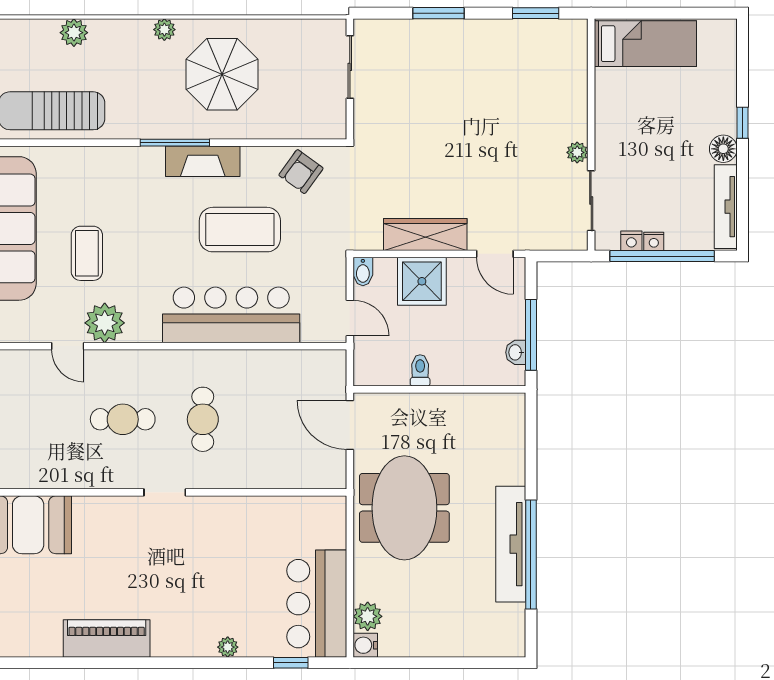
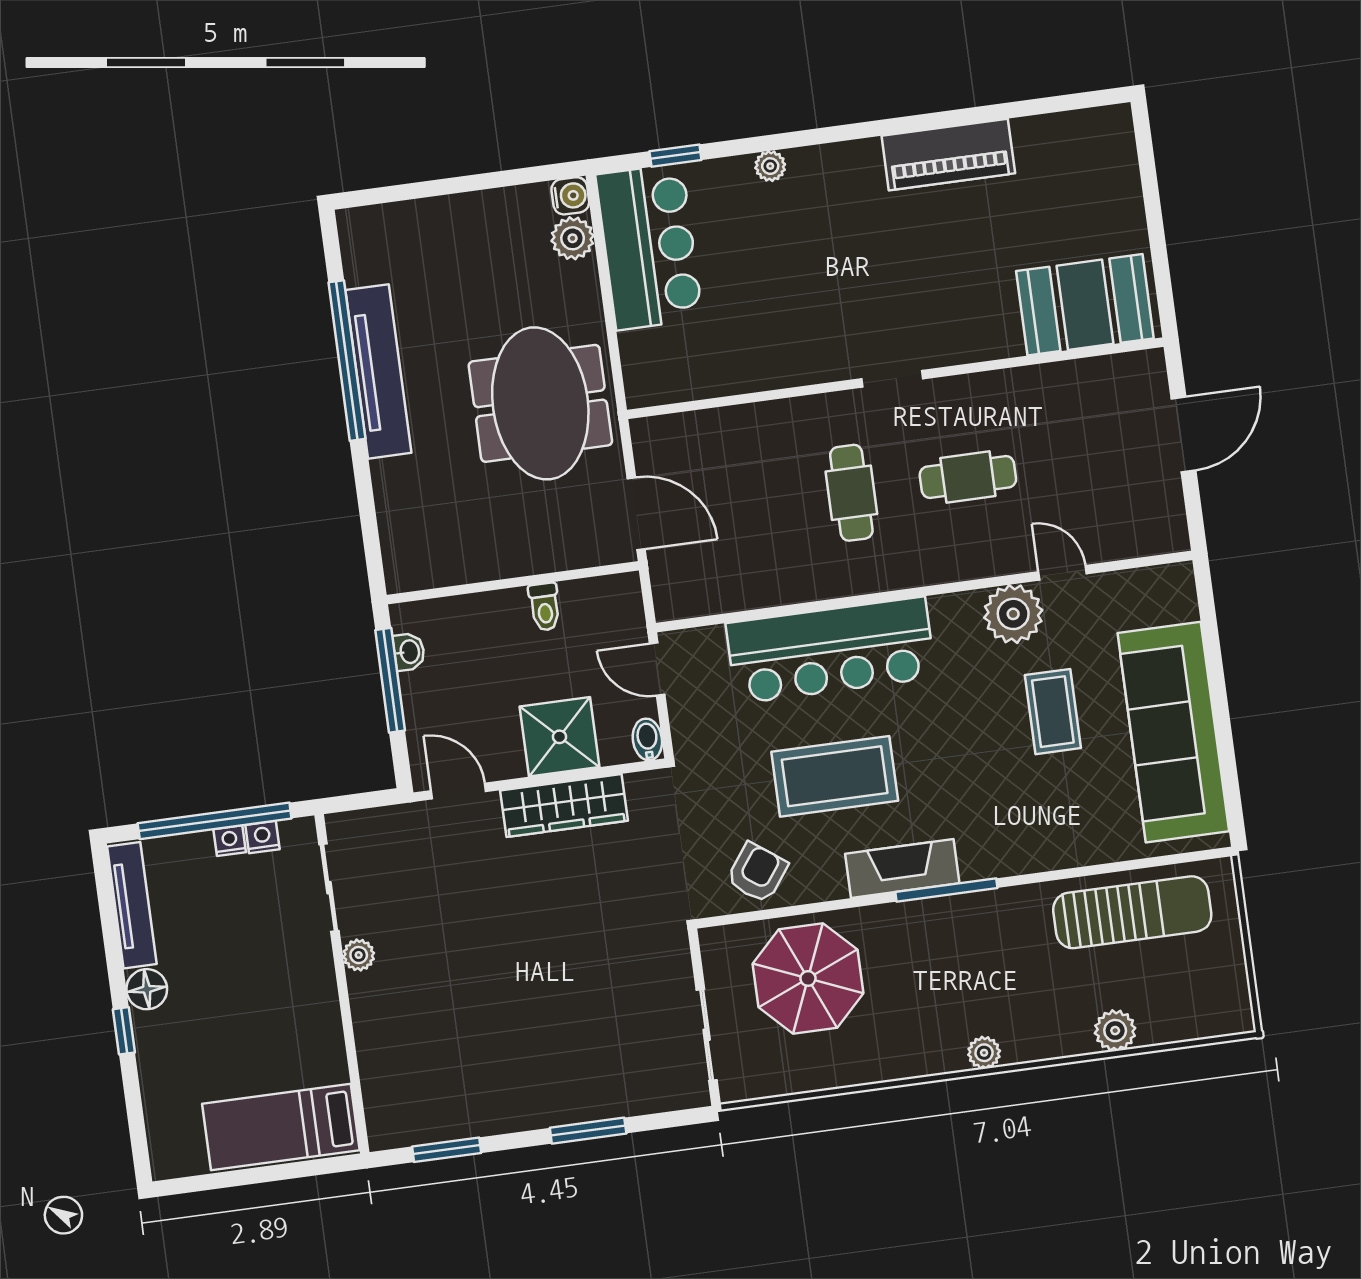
parasol: (222, 74) -> (808, 978), moved

